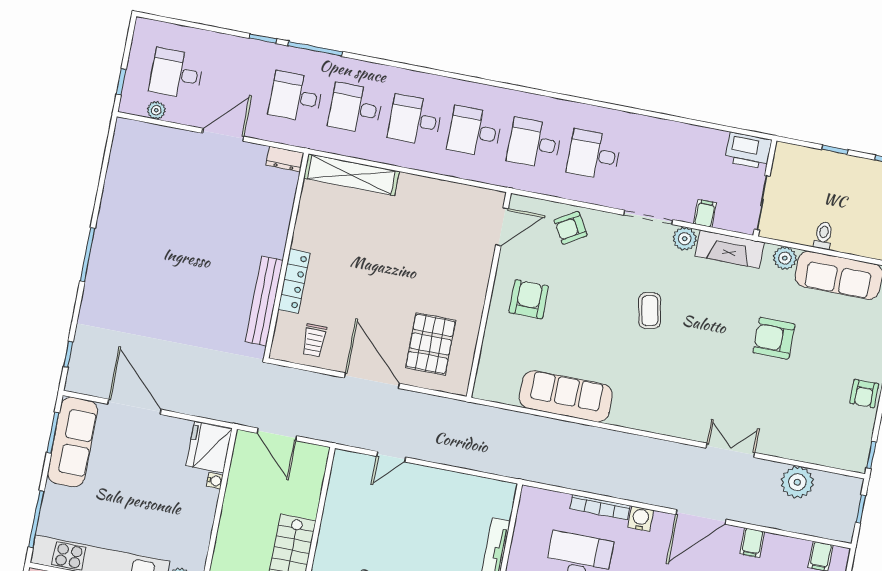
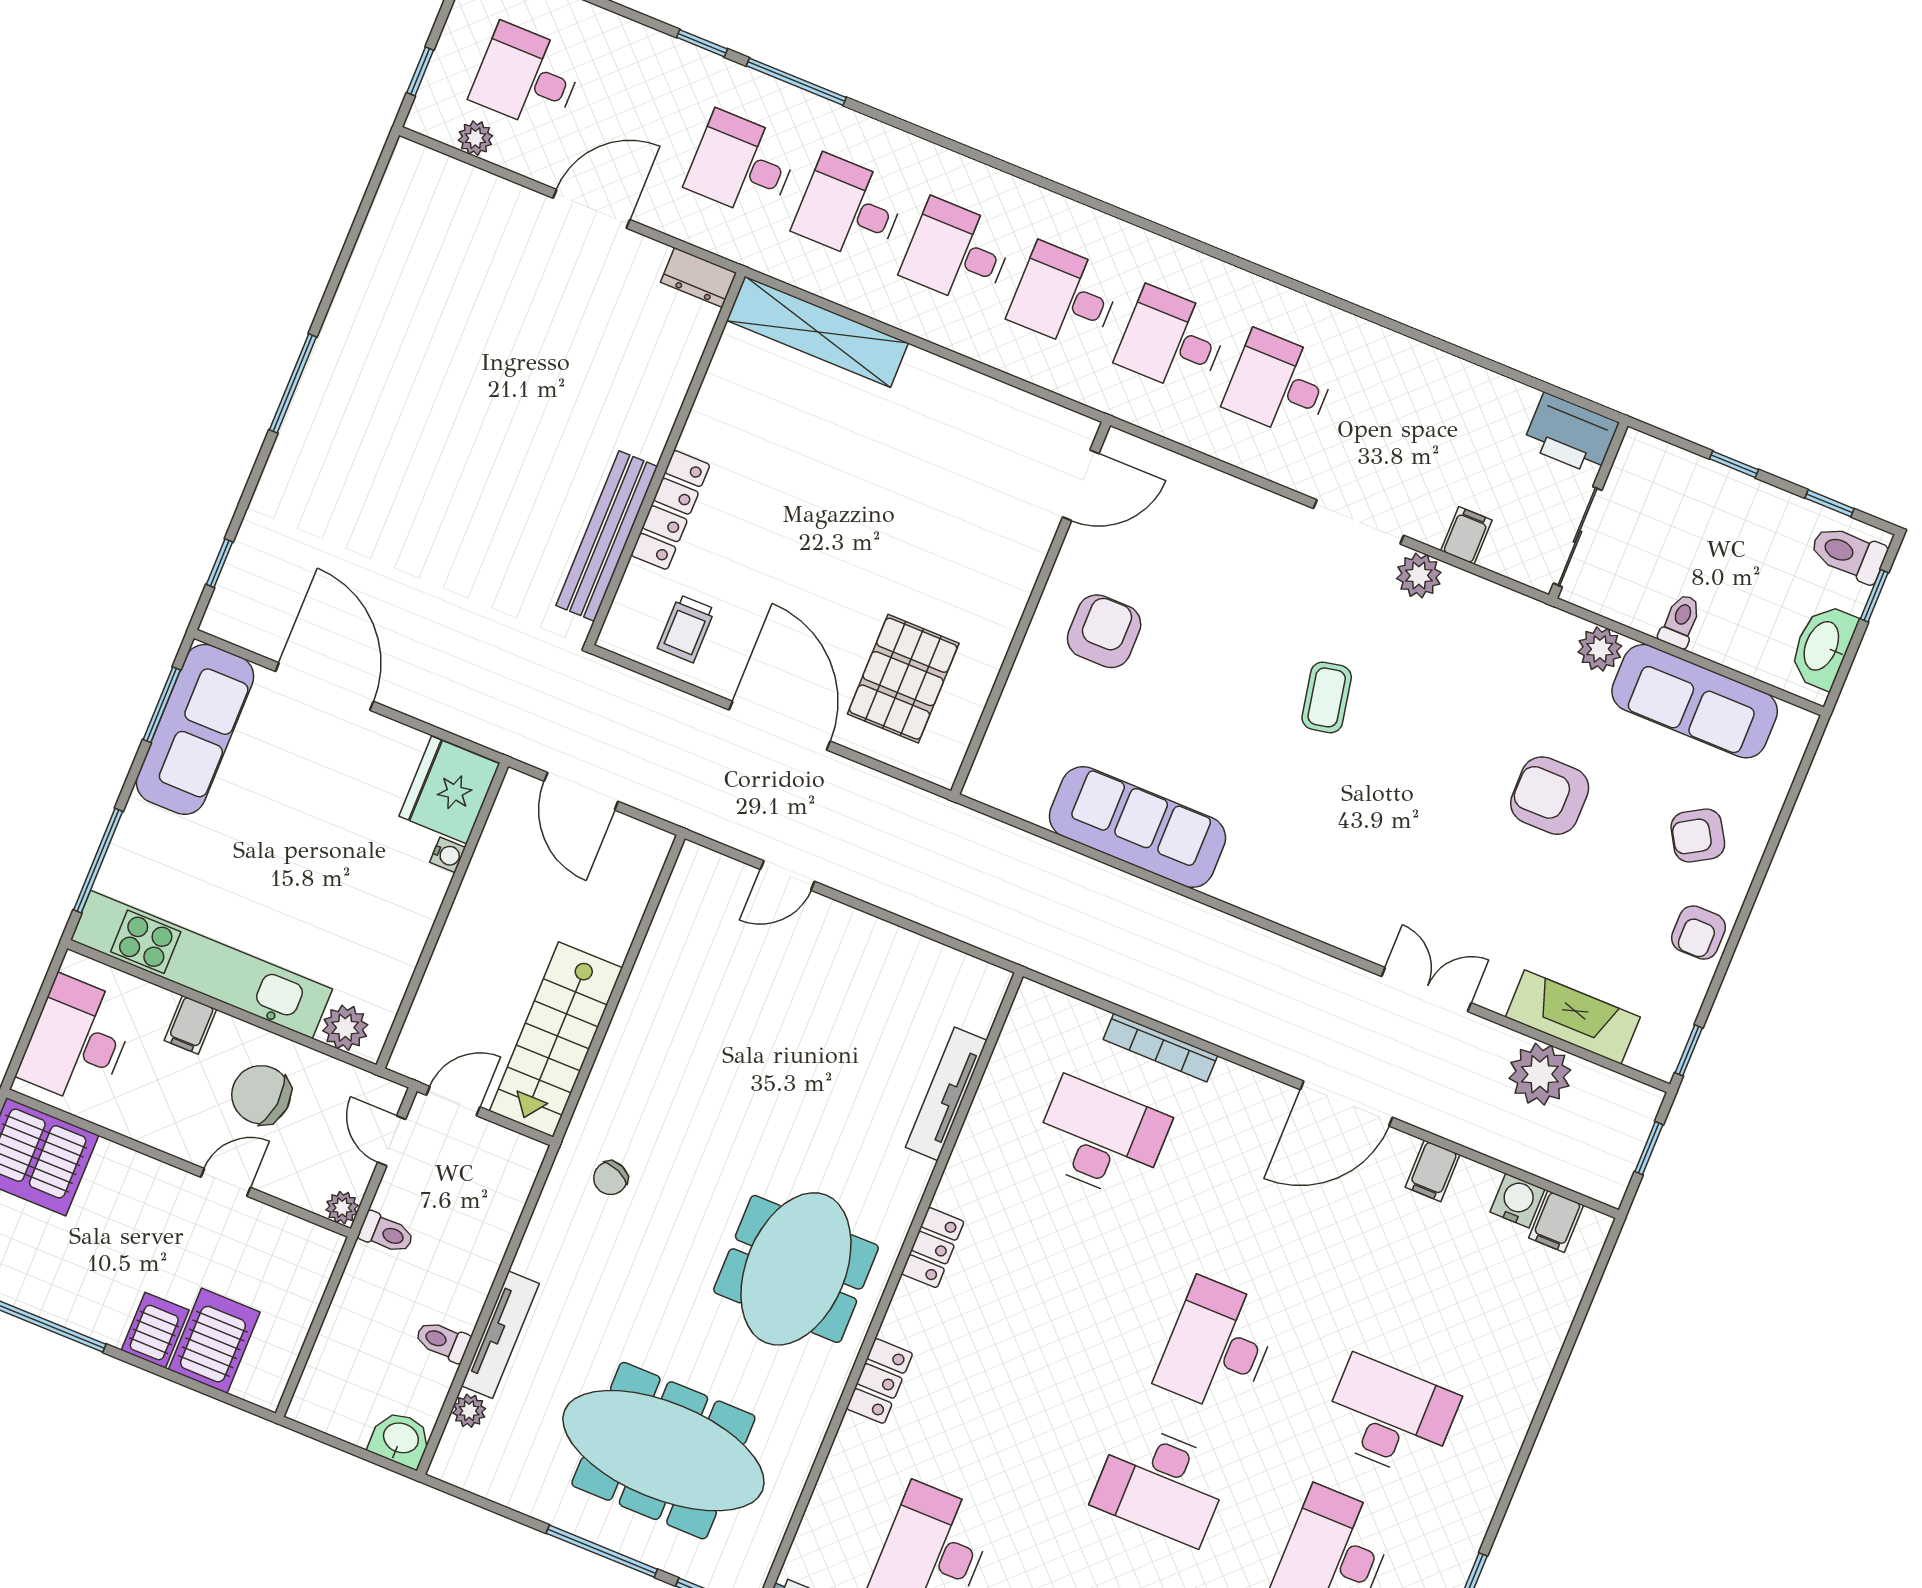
armchair: (571, 228) -> (1698, 836), moved
fireplace: (730, 249) -> (1573, 1017), moved, turned 180
water cooler: (641, 519) -> (1517, 1201), moved

